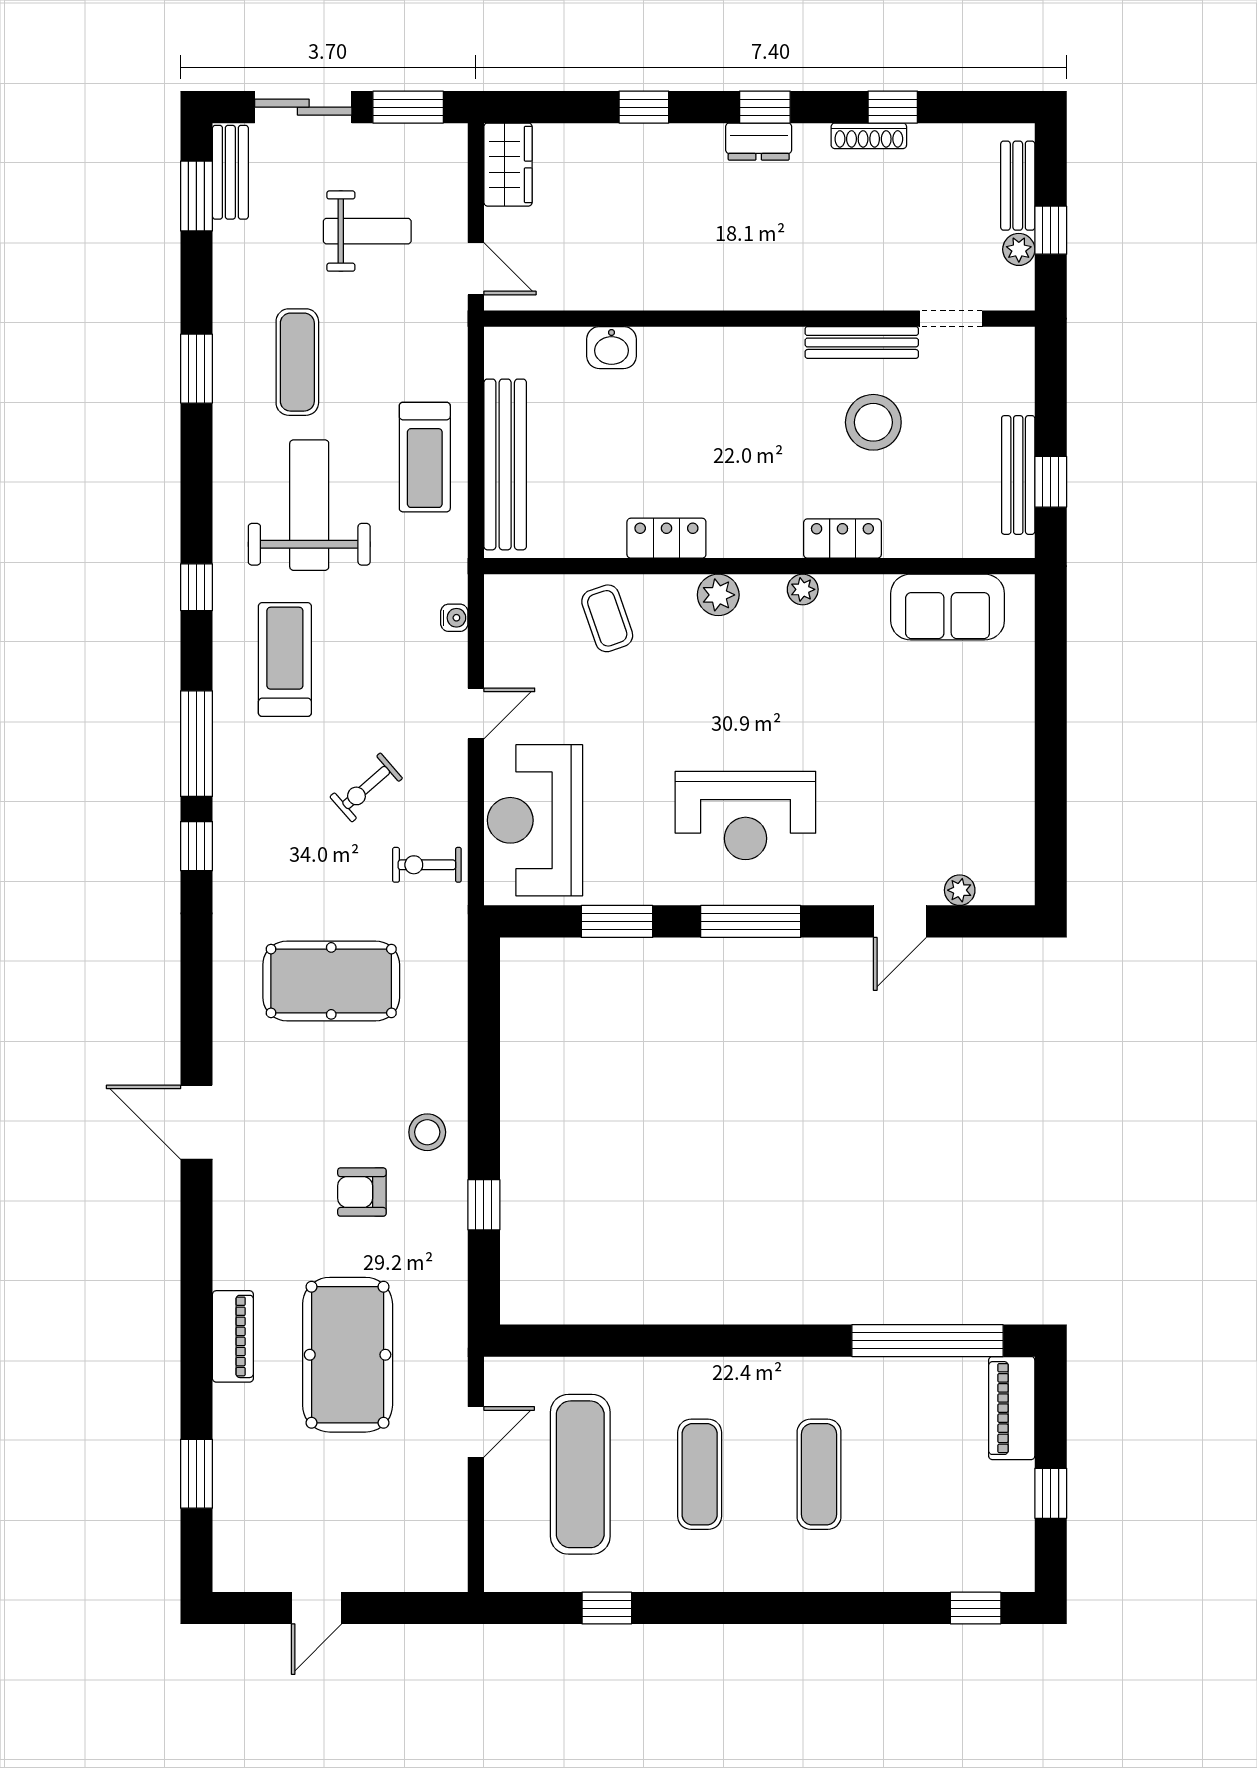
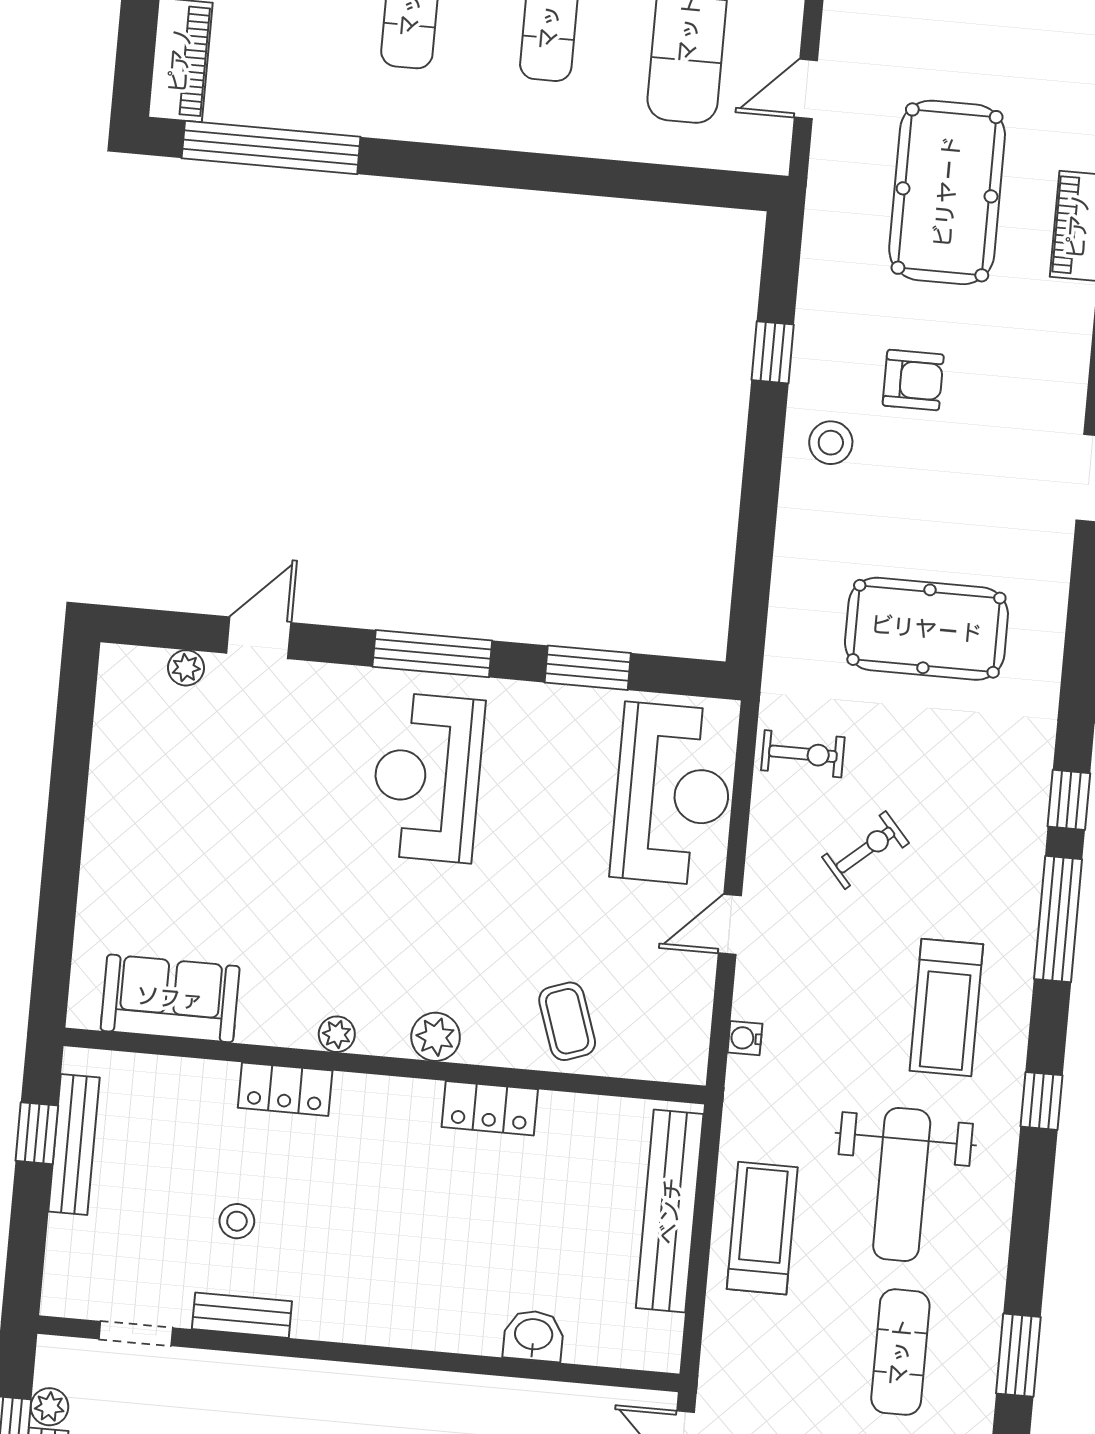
bench: (862, 342) -> (242, 1315), width x0.73
stool: (873, 422) -> (237, 1221), width x0.53, depth x0.53
reception desk: (745, 815) -> (427, 777), turned -90

